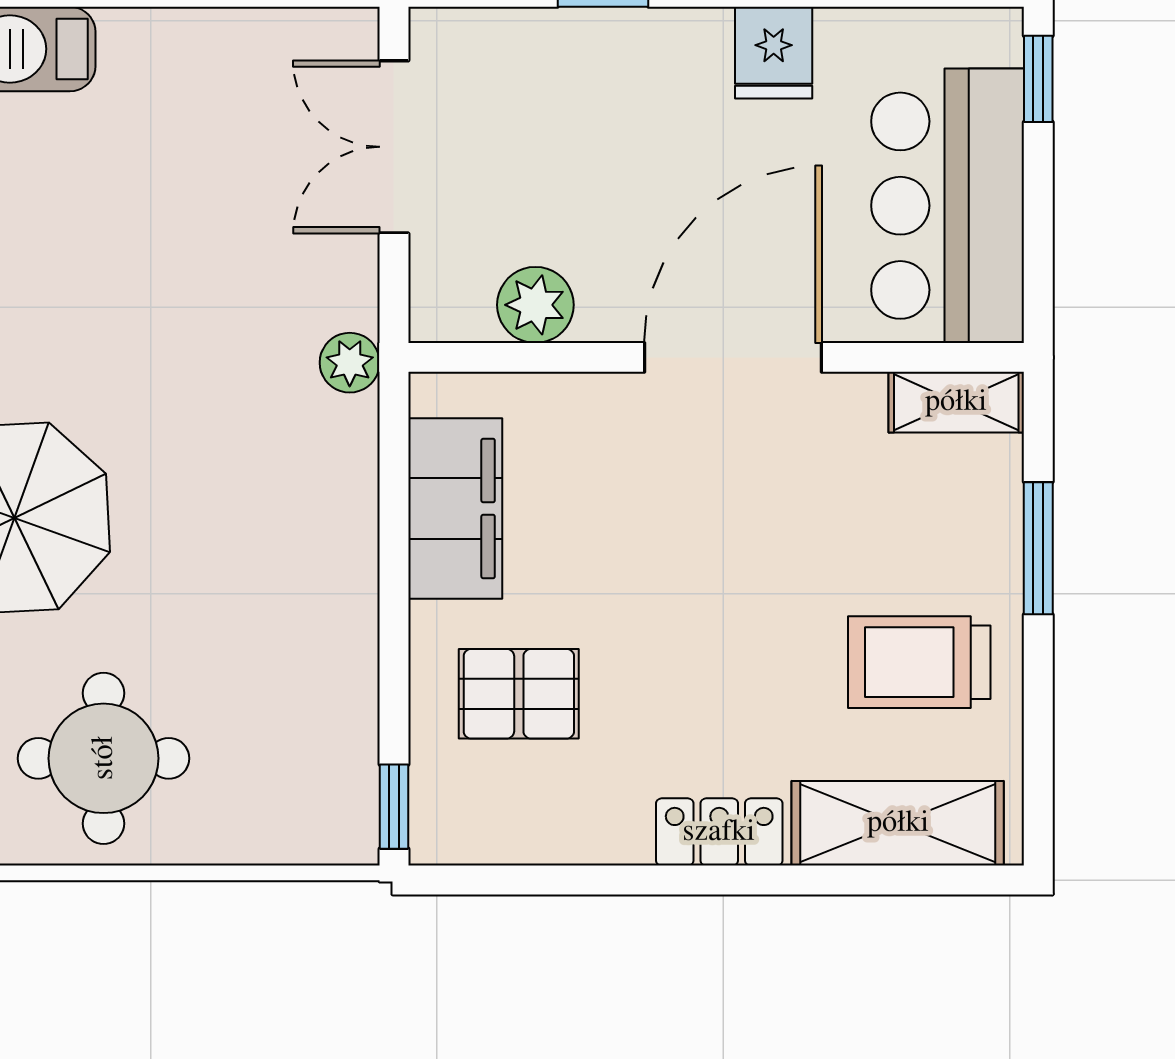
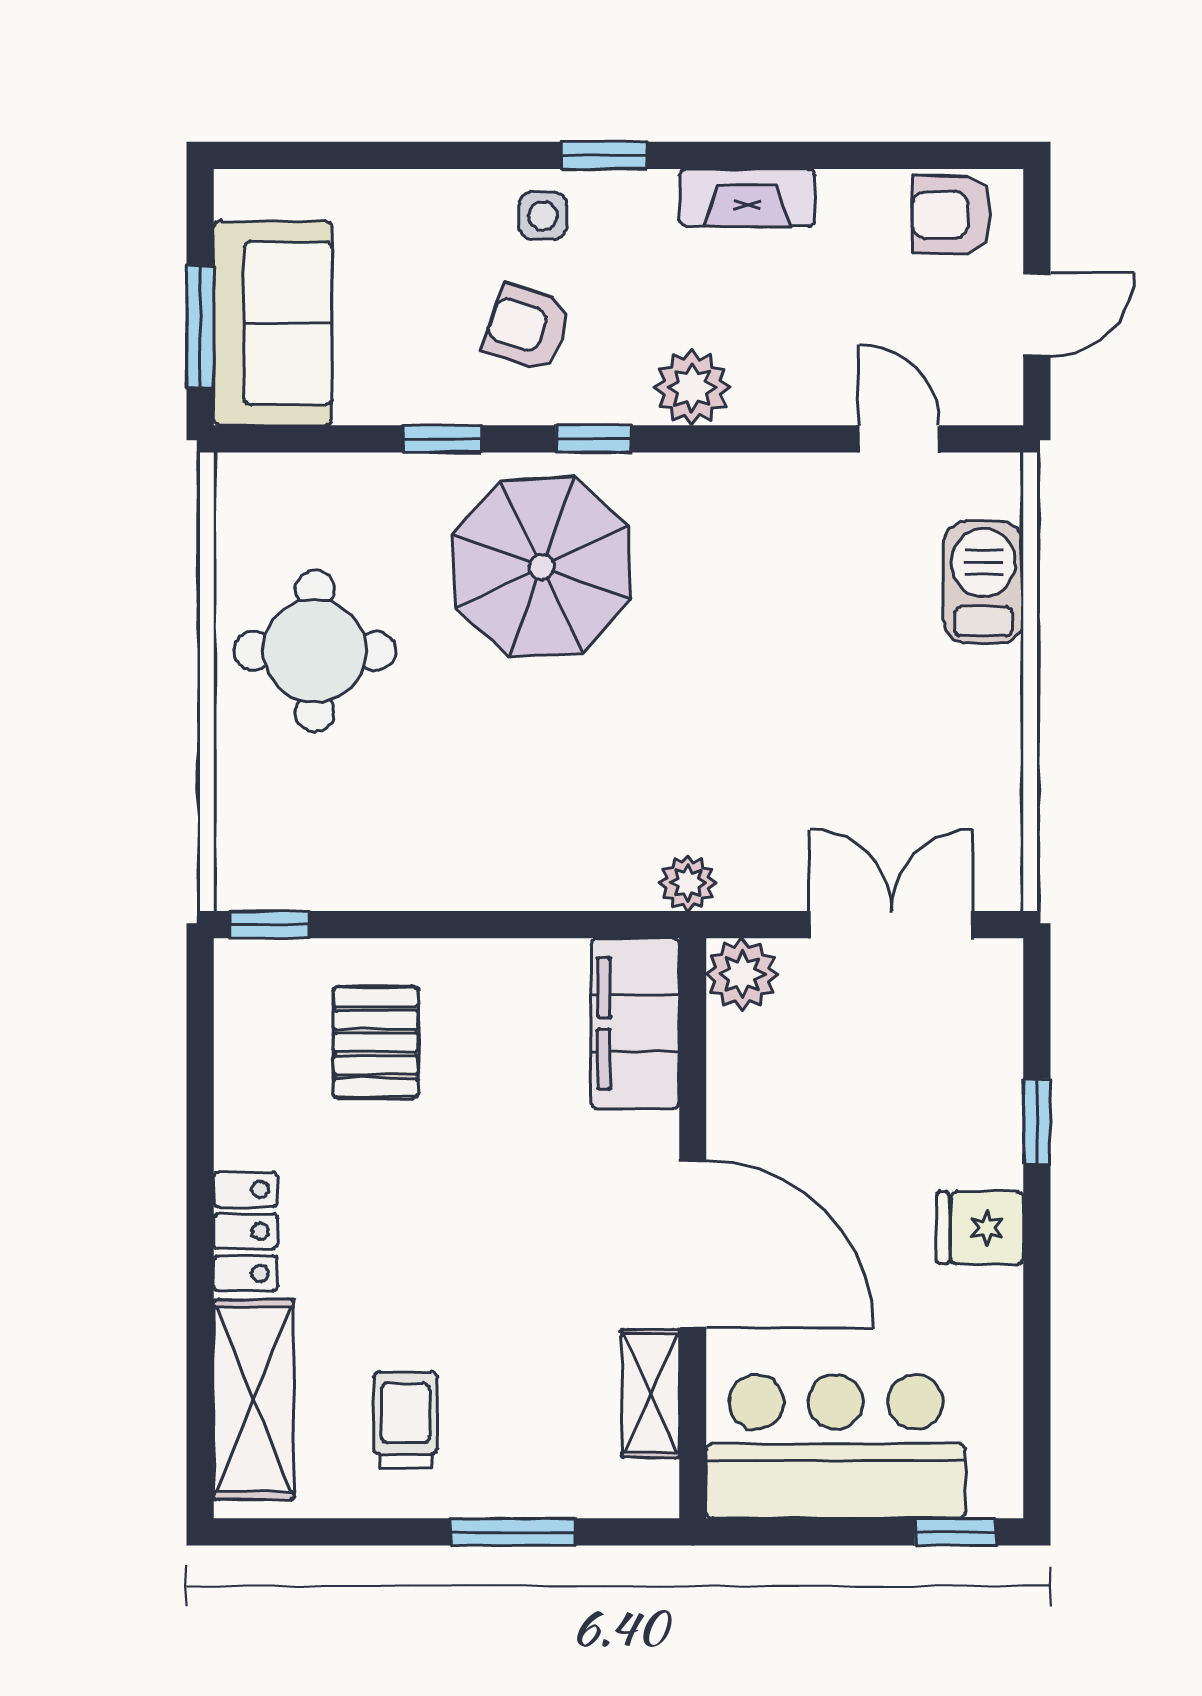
fridge: (774, 53) -> (980, 1228), moved
plant: (535, 305) -> (742, 974), moved
shelving: (956, 402) -> (651, 1394), moved
filing cabinet: (455, 508) -> (635, 1023), moved, turned 90
trolley: (919, 662) -> (405, 1420), width x0.73, depth x0.72

